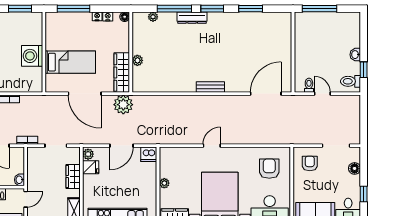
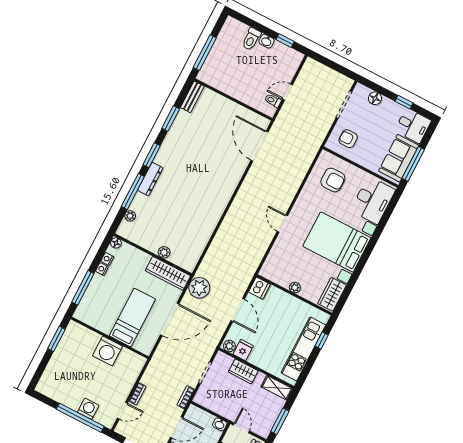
toilet: (351, 81) -> (251, 39), moved
bench: (210, 87) -> (192, 97), moved
armchair: (269, 169) -> (333, 180), turned 180

